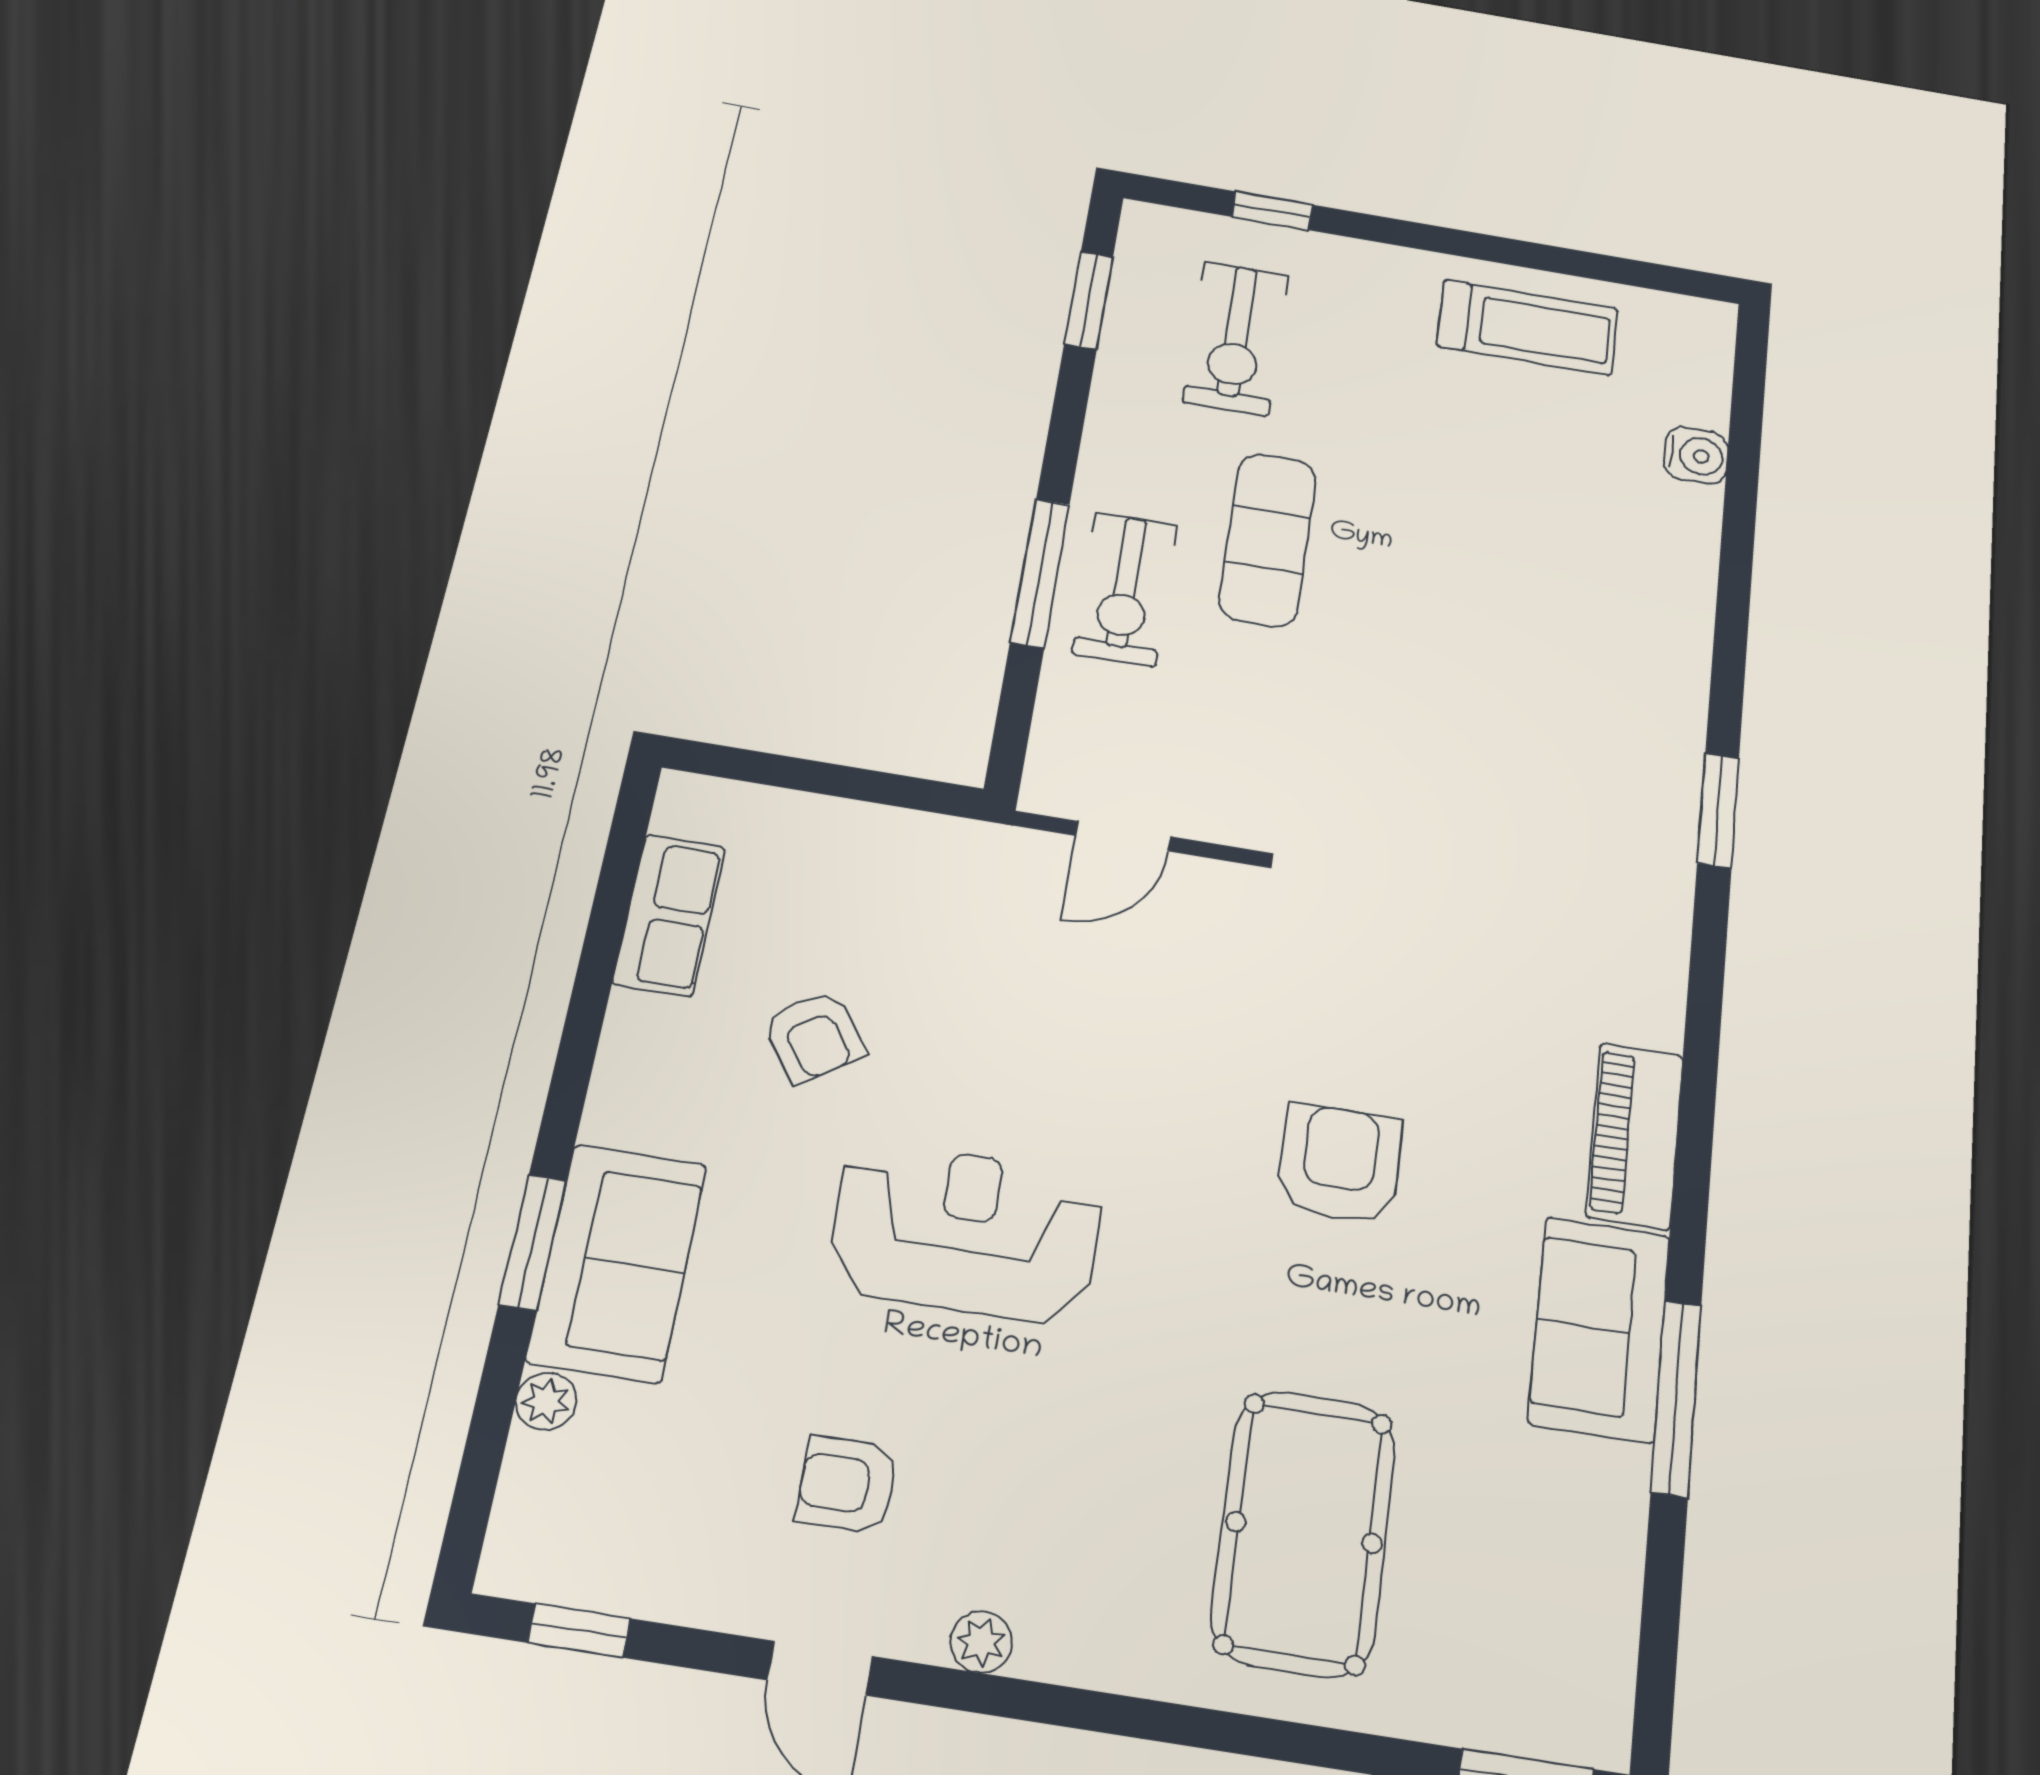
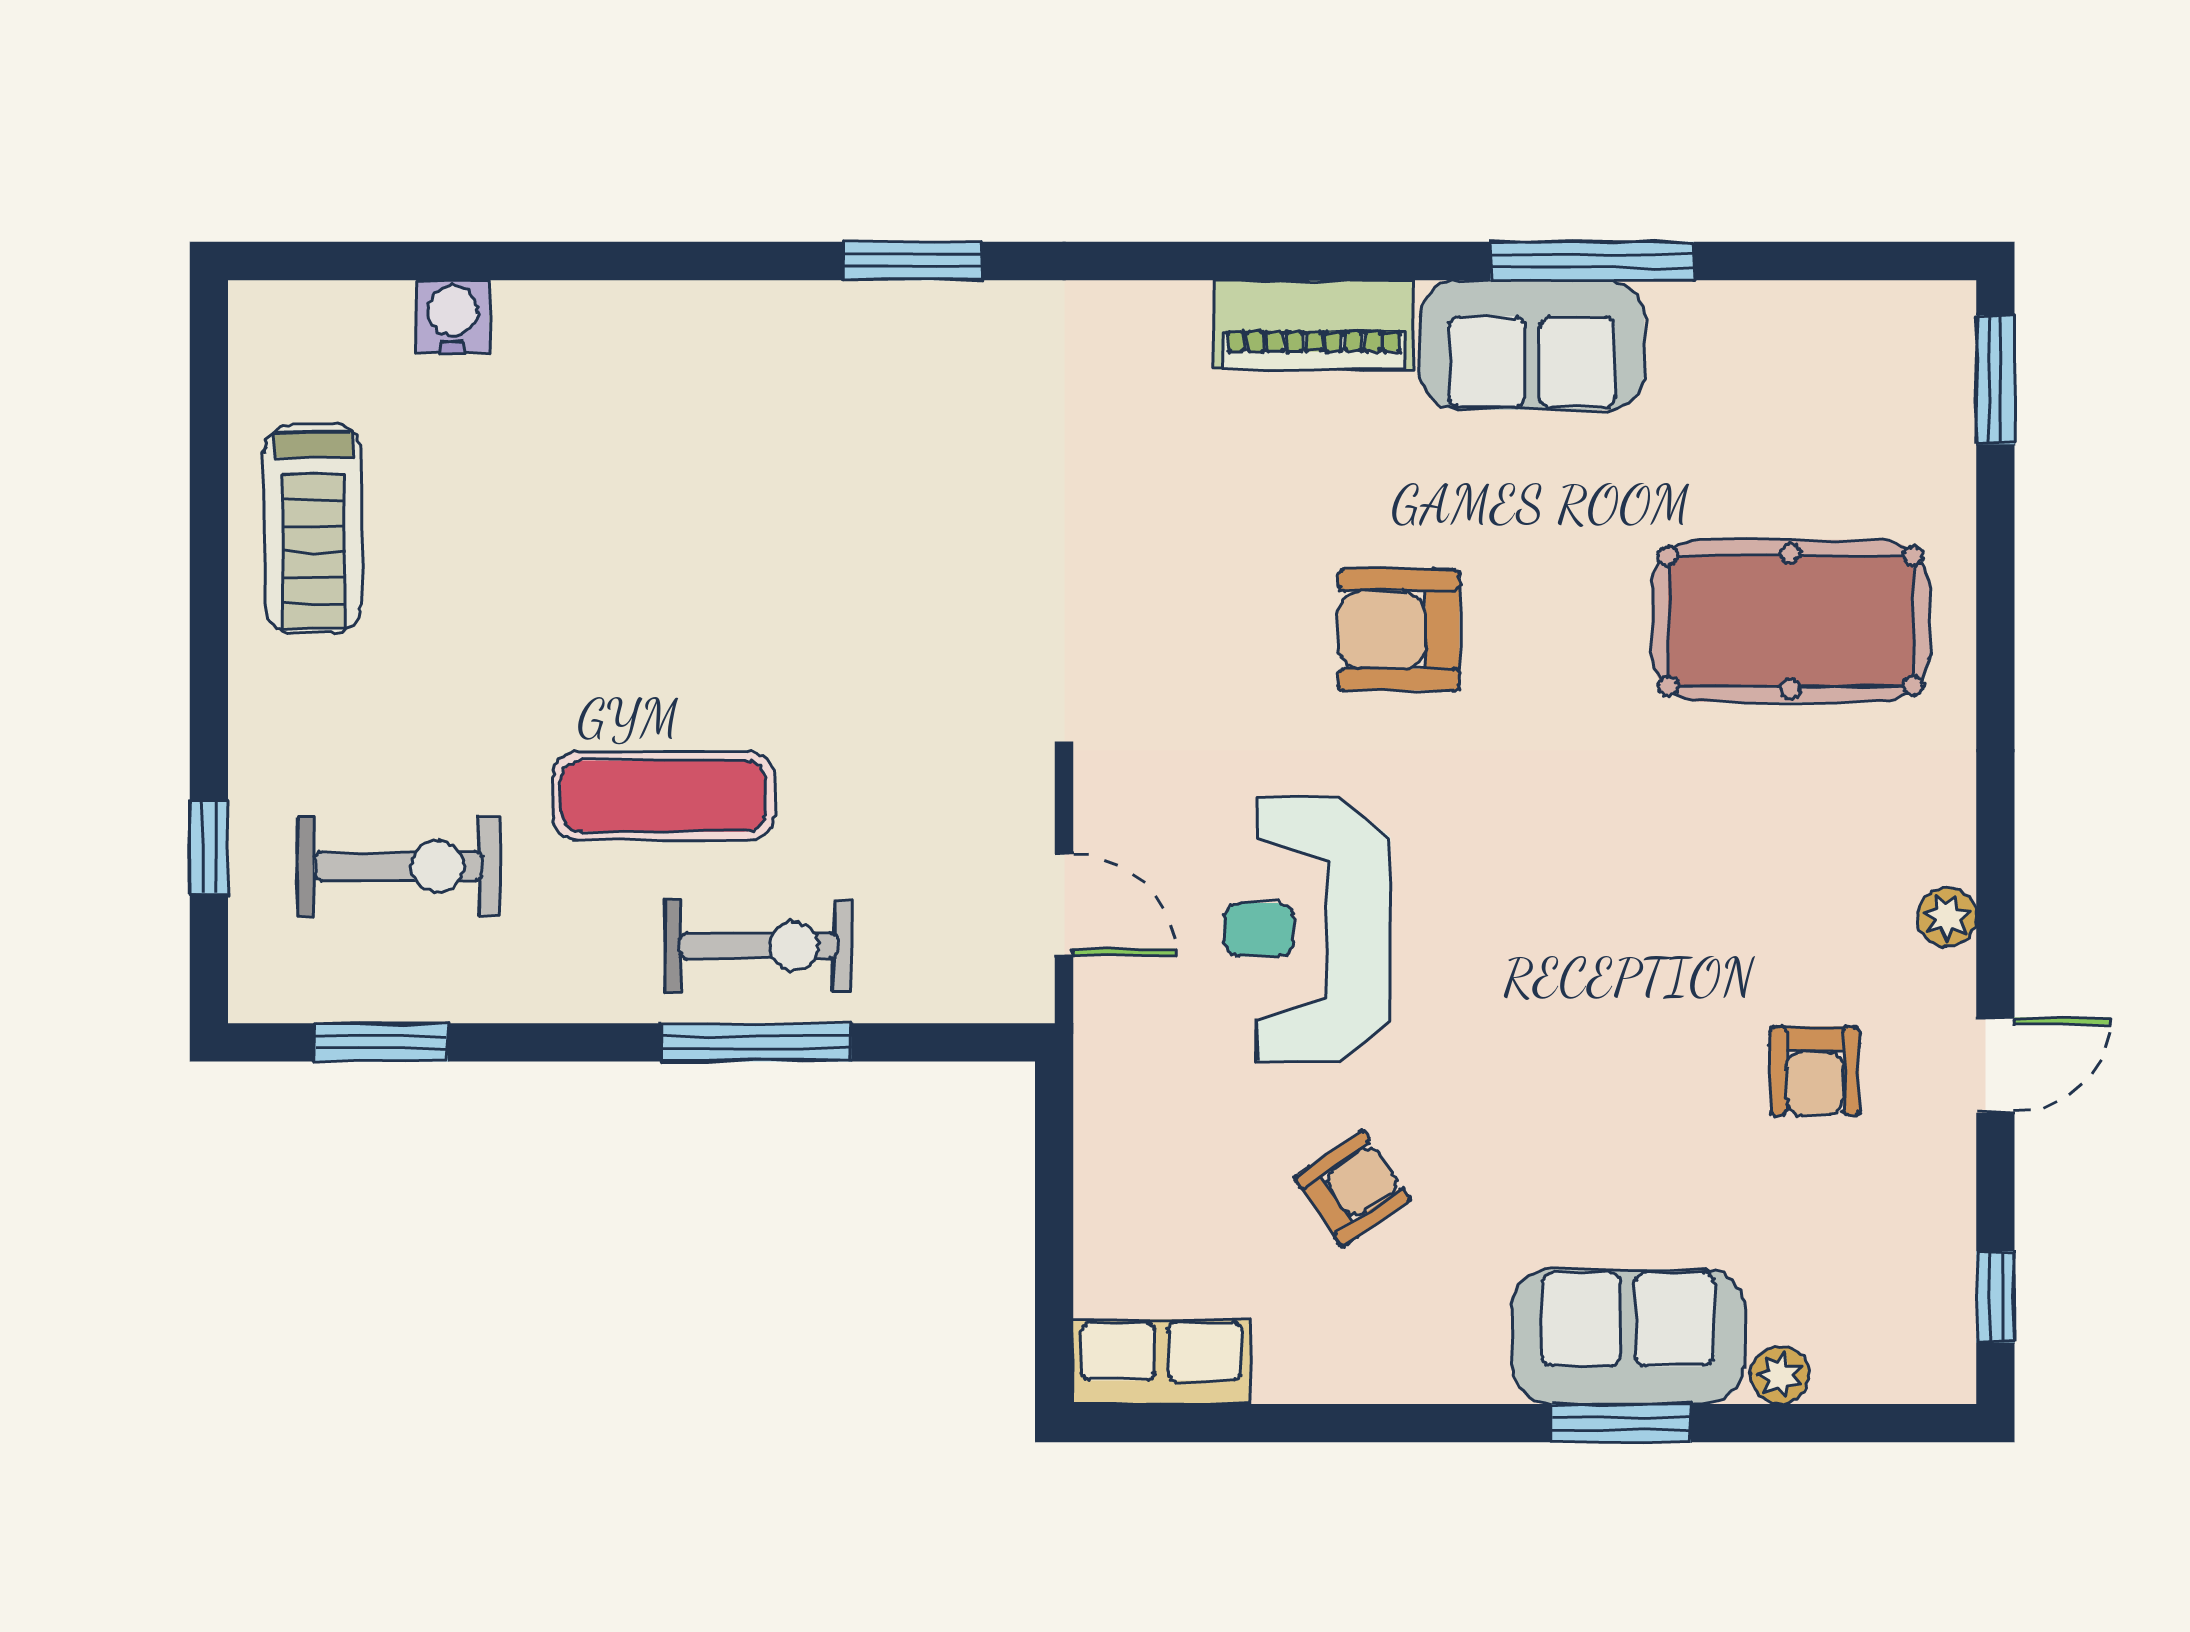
treadmill: (1528, 327) -> (313, 529), turned 180
row of seats: (669, 915) -> (1162, 1362), moved
reception desk: (966, 1232) -> (1307, 930), moved

